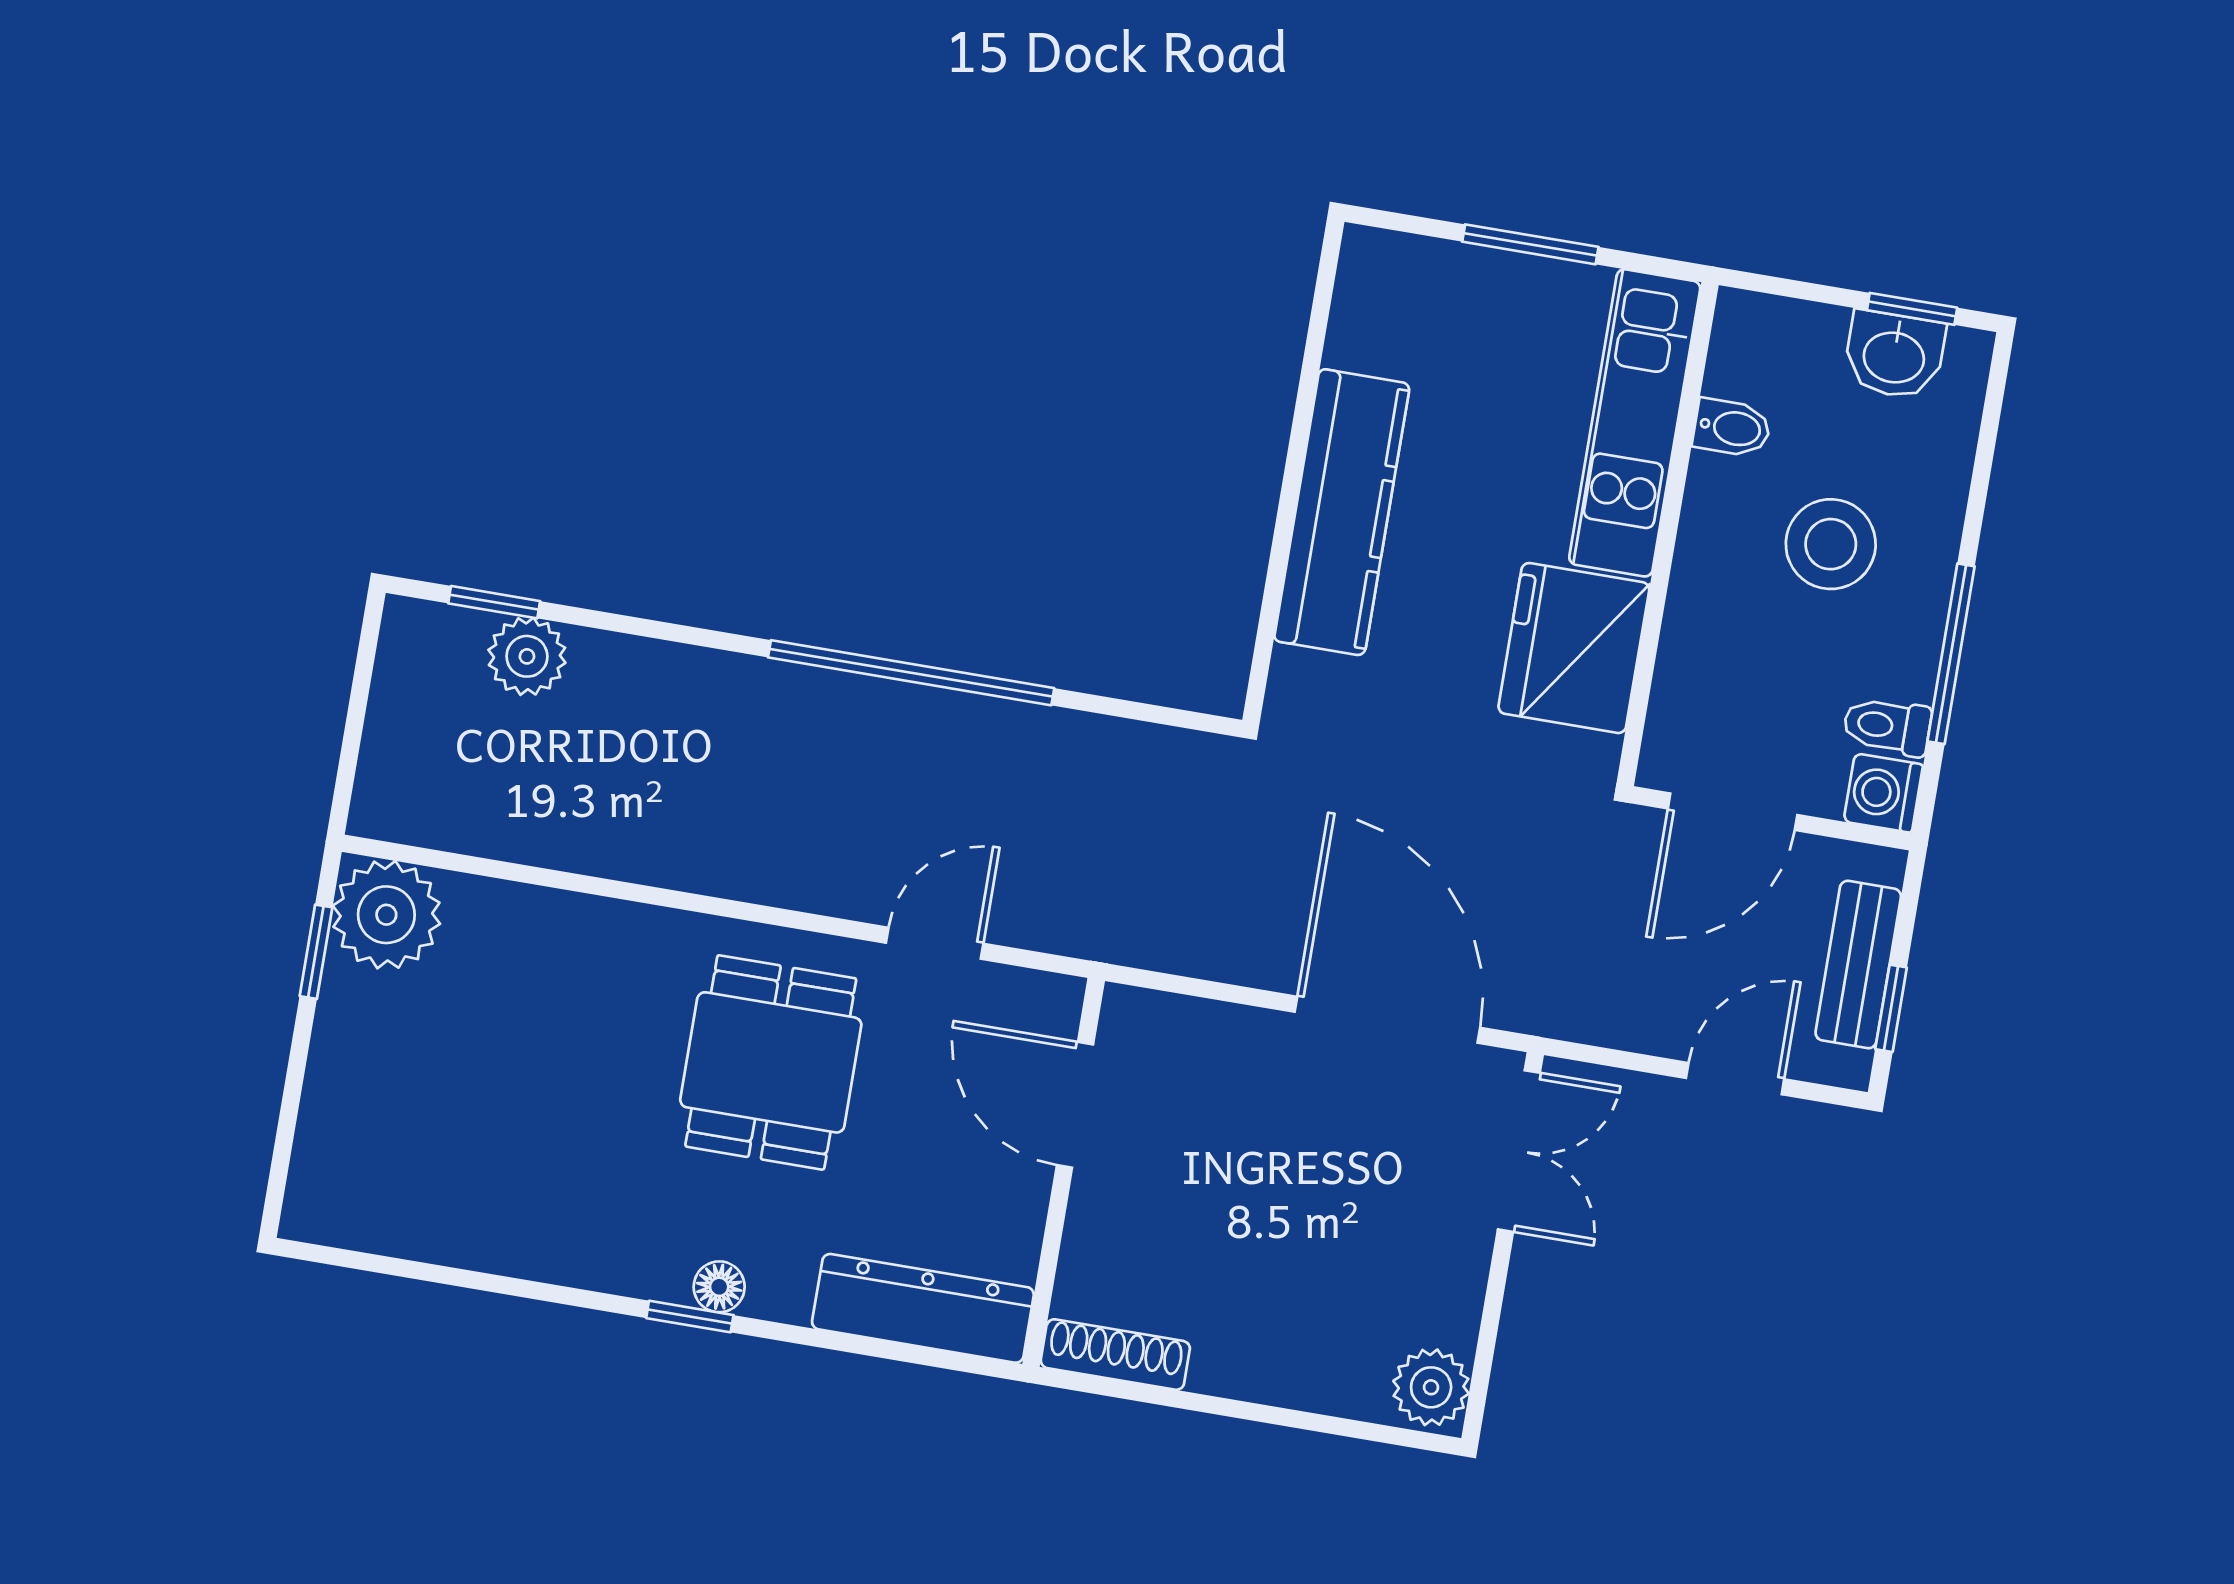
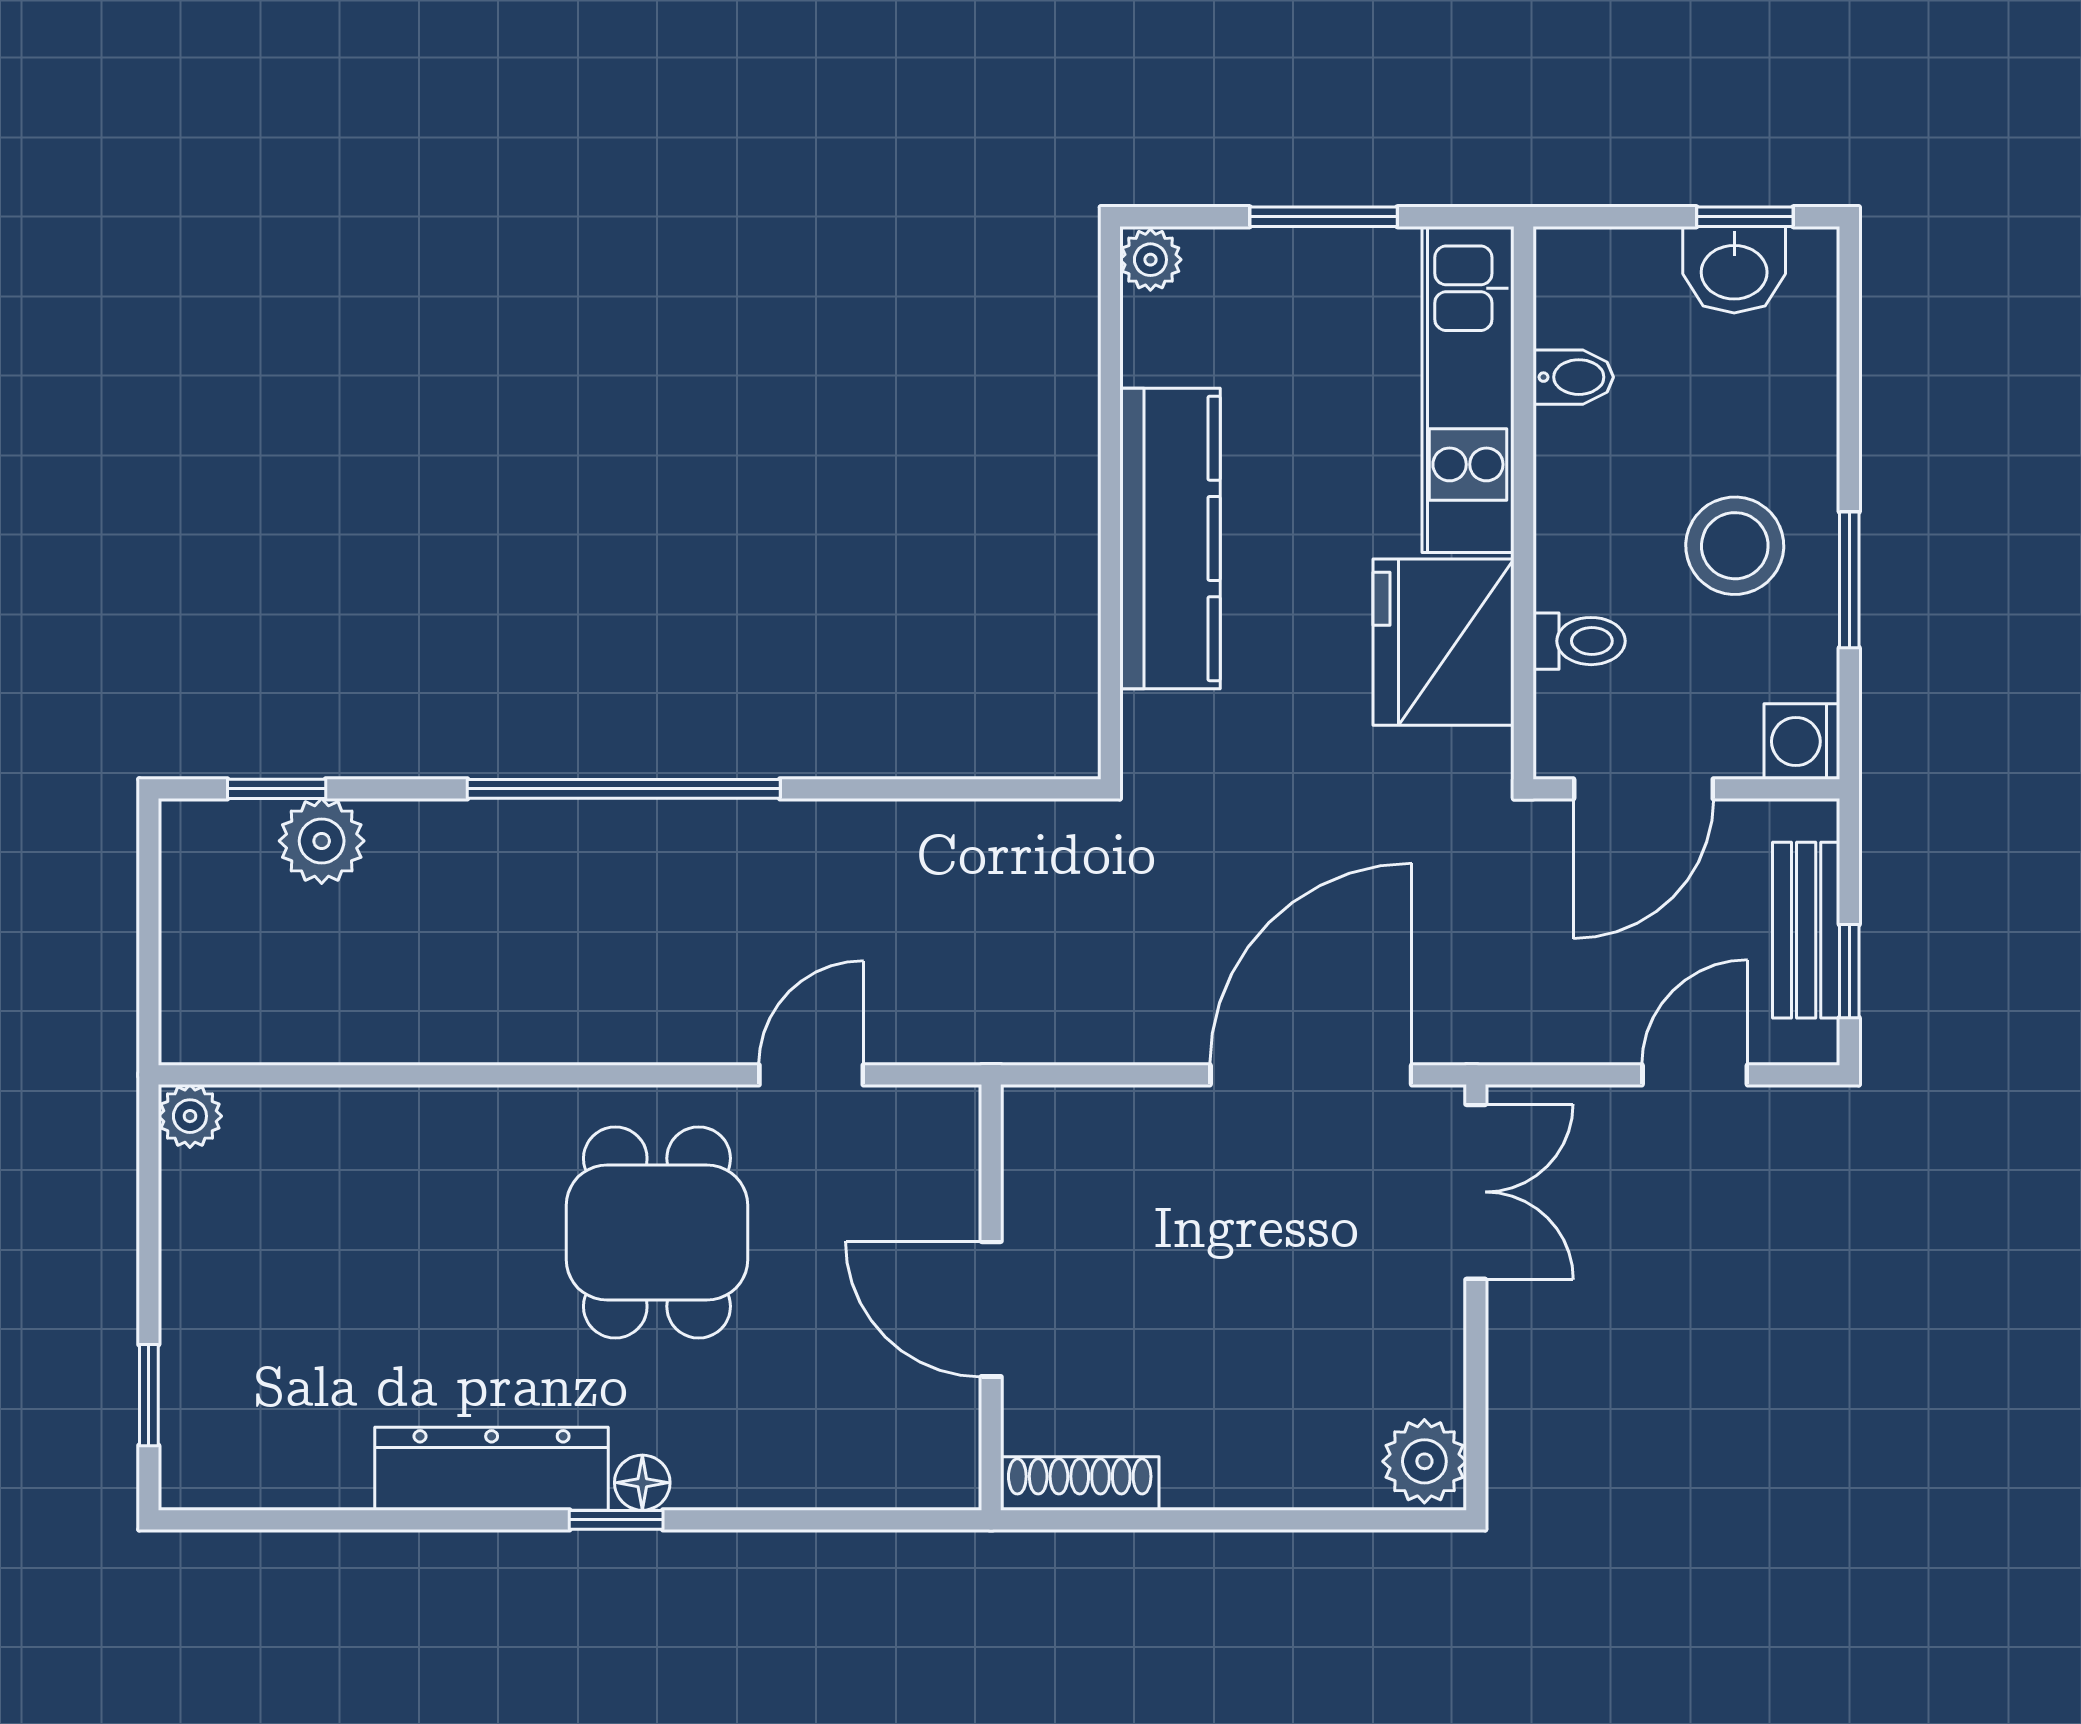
plant: (1367, 257) -> (1150, 260), added
stool: (1831, 544) -> (1735, 546), moved
window: (1951, 654) -> (1849, 580), width x0.69
window: (911, 673) -> (624, 789), moved
toilet: (1887, 726) -> (1579, 641), moved, turned 180
plant: (386, 915) -> (190, 1116), width x0.53, depth x0.53
window: (316, 952) -> (149, 1395), moved
door: (1387, 1020) -> (1311, 1075), hinge flipped
door: (1075, 1105) -> (991, 1309), moved
dresser: (923, 1308) -> (492, 1469), moved

